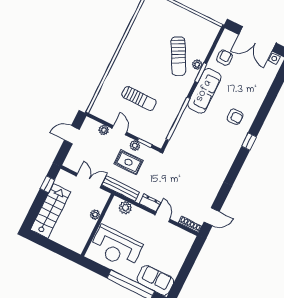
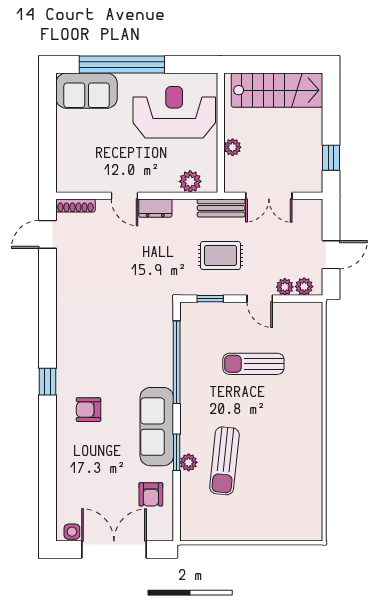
sun lounger: (178, 56) -> (224, 461), turned -146
plant: (135, 146) -> (304, 287), moved
bench: (121, 189) -> (221, 208), width x0.73
stairs: (51, 211) -> (277, 90), moved, turned -90

